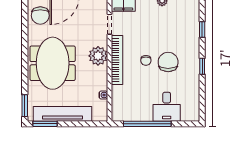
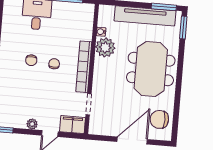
chair: (40, 16) -> (159, 119), turned -90
plant: (98, 56) -> (105, 47), moved
chair: (168, 62) -> (31, 60), width x0.54, depth x0.54

